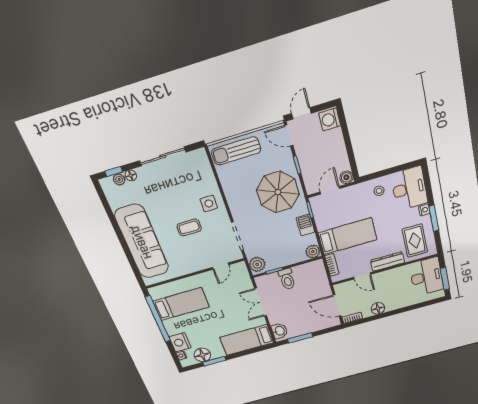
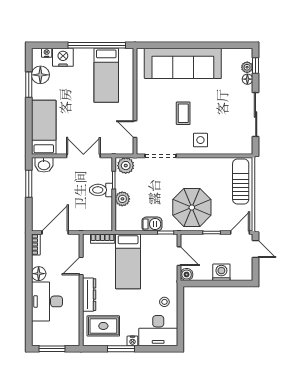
washing machine: (330, 119) -> (221, 272), moved
plant: (313, 252) -> (122, 199), moved
desk: (426, 277) -> (47, 301), moved, turned 90

